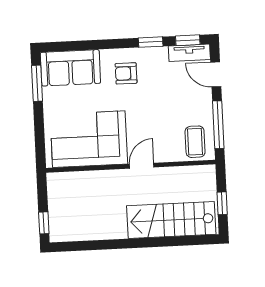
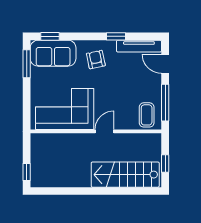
window: (188, 40) -> (50, 36), moved
tv unit: (189, 53) -> (139, 46), width x1.41
armchair: (126, 73) -> (96, 60), turned 78

